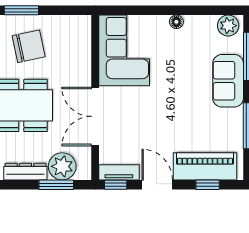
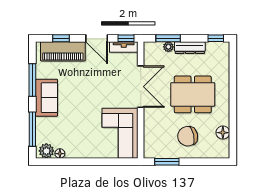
window: (21, 10) -> (167, 162), moved
floor lamp: (176, 22) -> (60, 154), moved
sofa: (228, 81) -> (47, 98), moved
plant: (62, 166) -> (168, 47), width x0.53, depth x0.53

